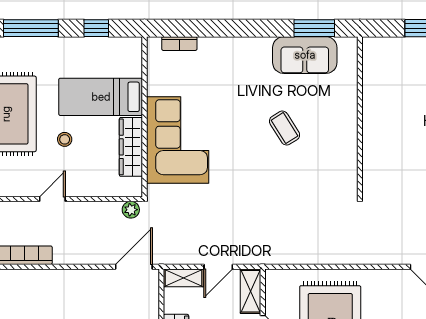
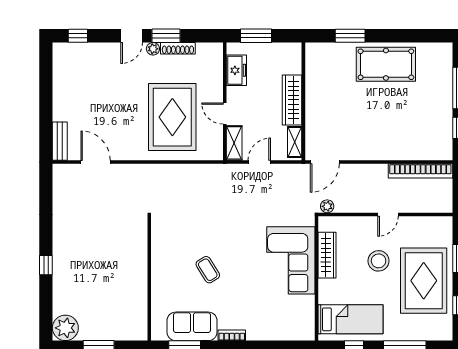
bookcase: (179, 44) -> (232, 335), moved
bed: (101, 97) -> (351, 319), moved
stool: (65, 139) -> (379, 261), width x1.89, depth x1.89
shelving: (184, 278) -> (295, 142), moved, turned 90

